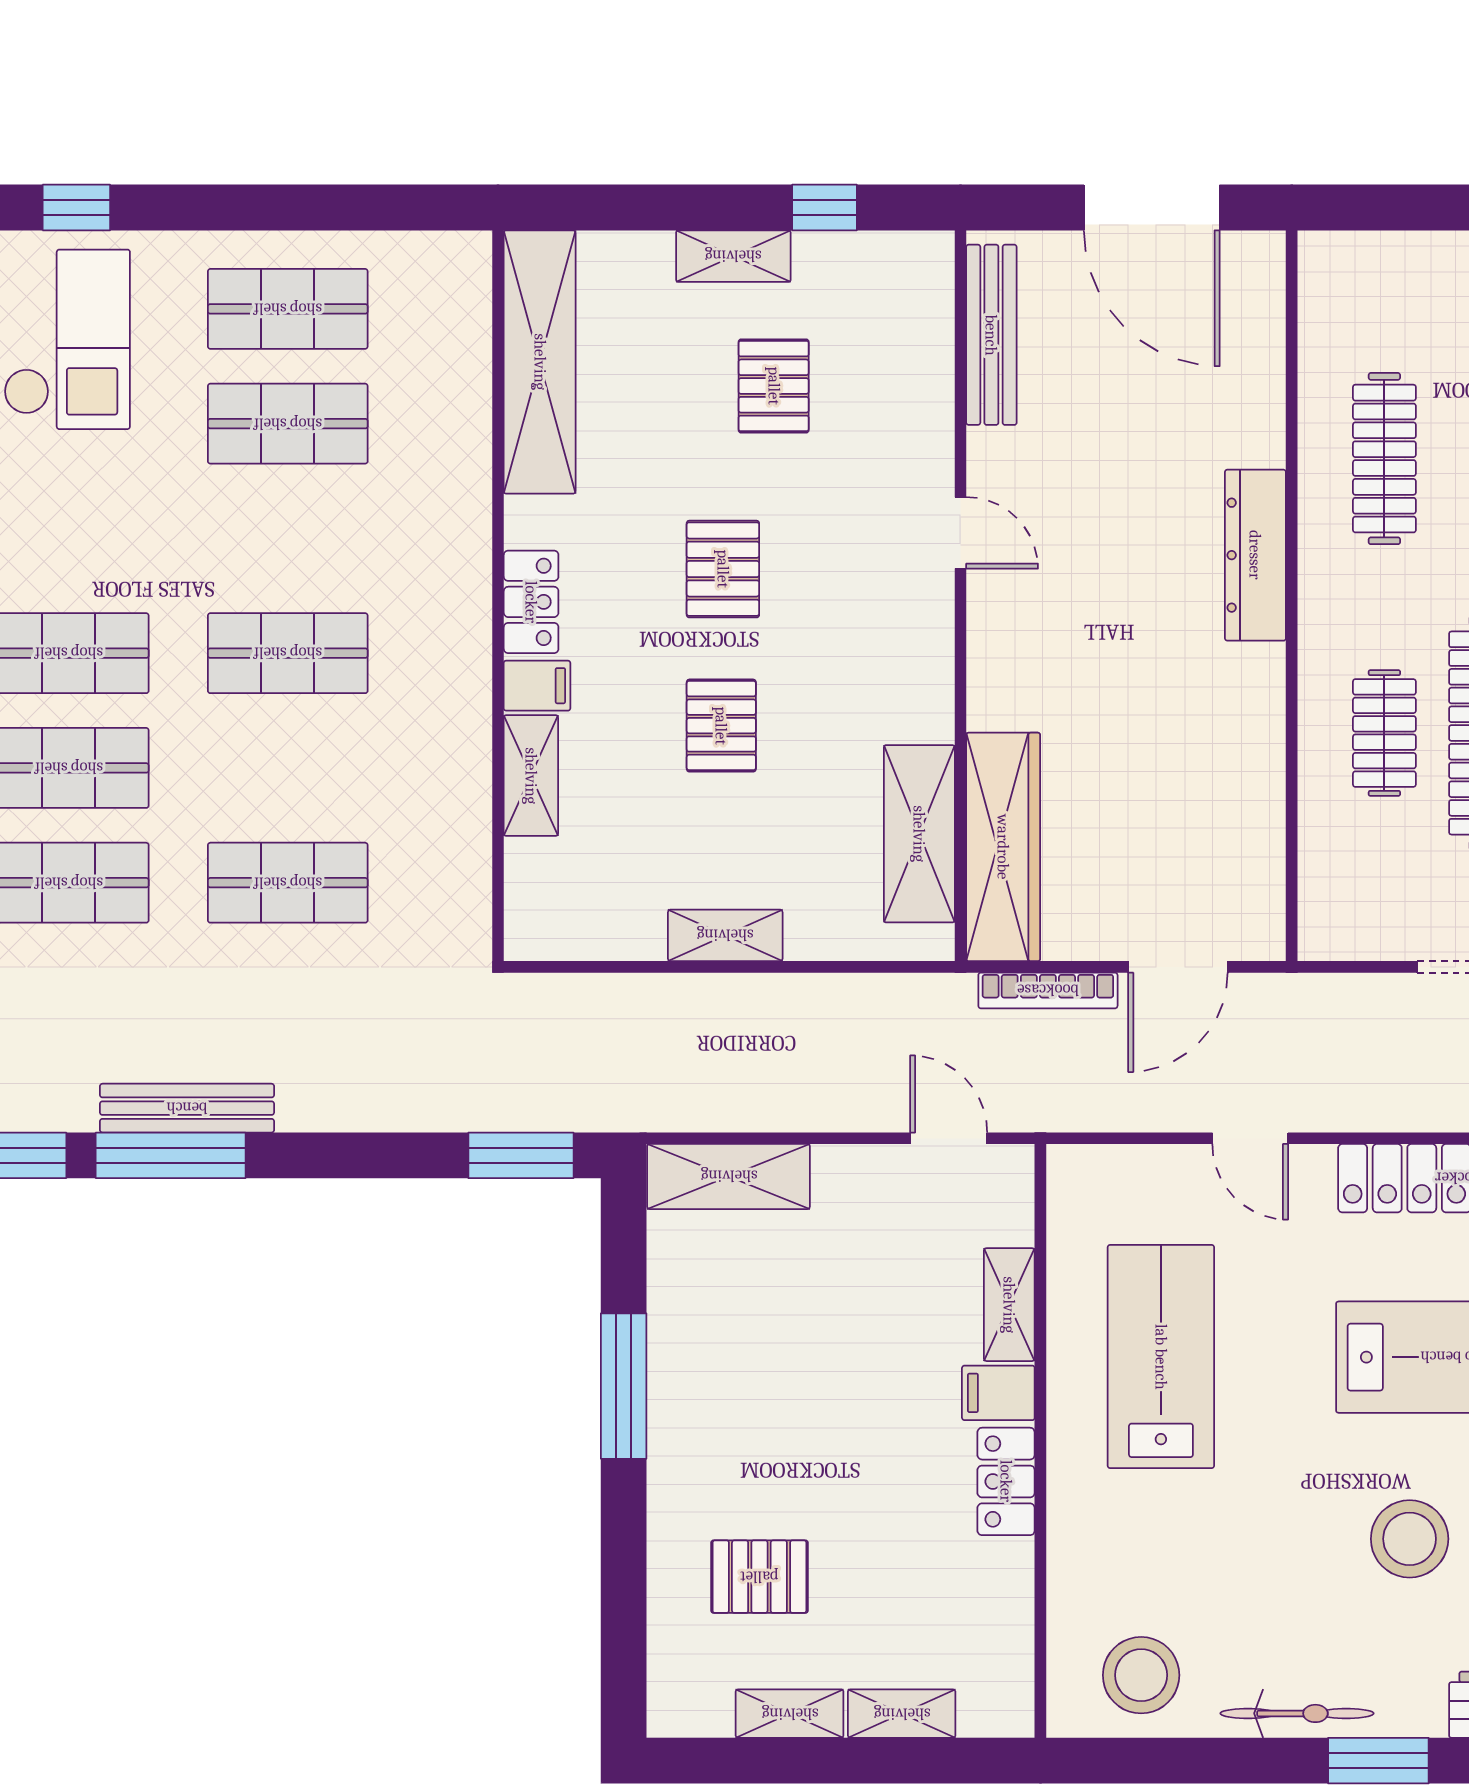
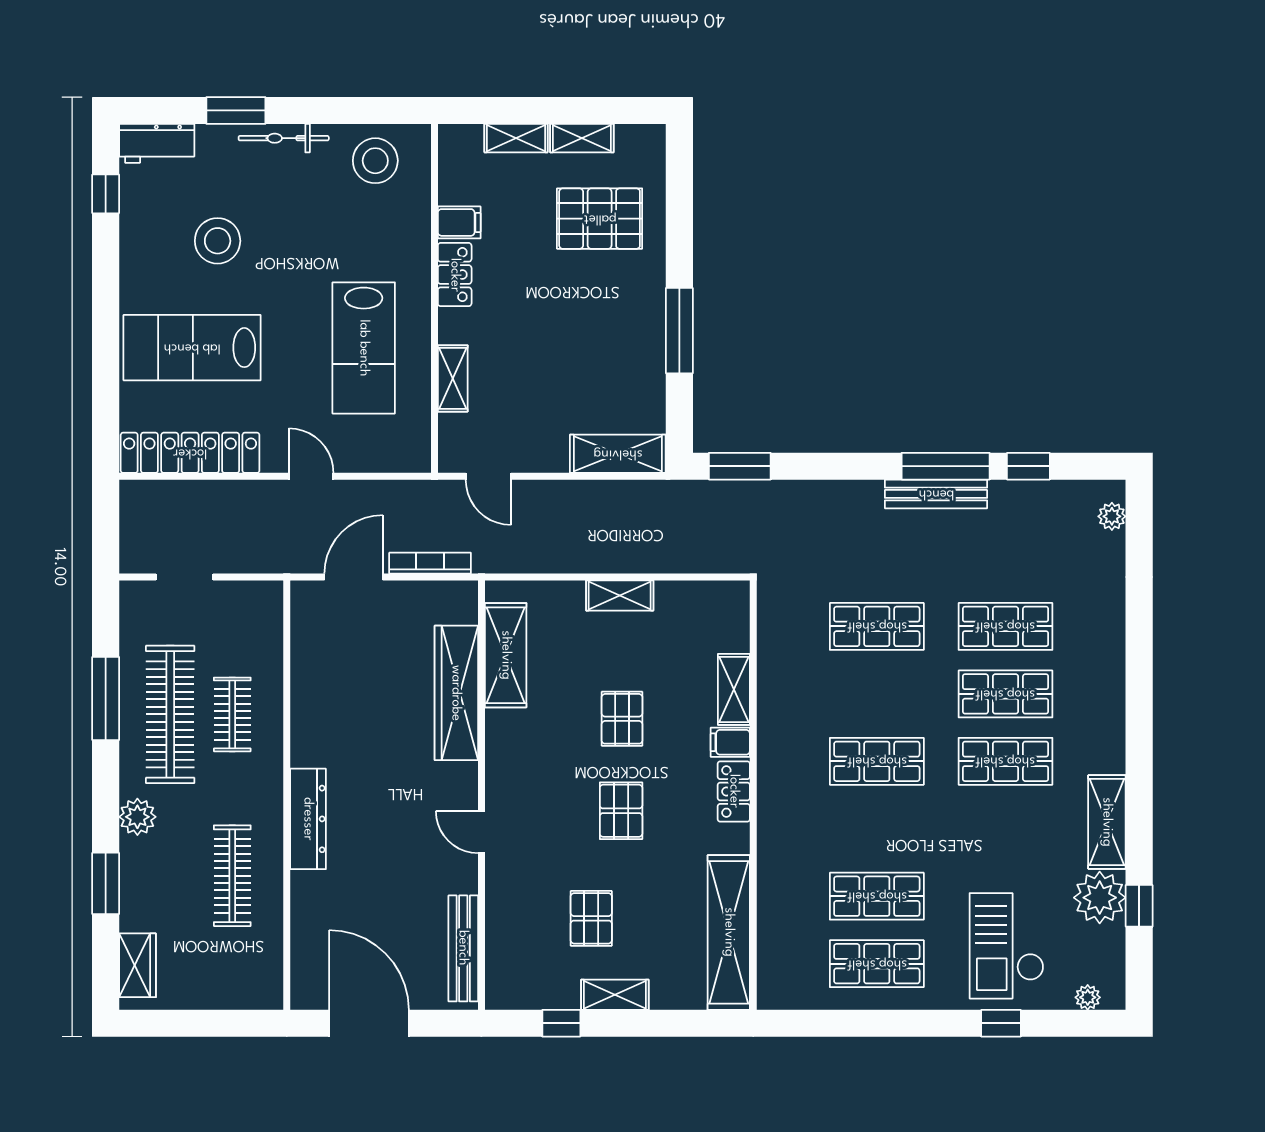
wardrobe: (1003, 847) -> (456, 693), moved
filing cabinet: (998, 1393) -> (459, 222), moved
pallet: (759, 1577) -> (600, 219), width x1.50, depth x1.42

